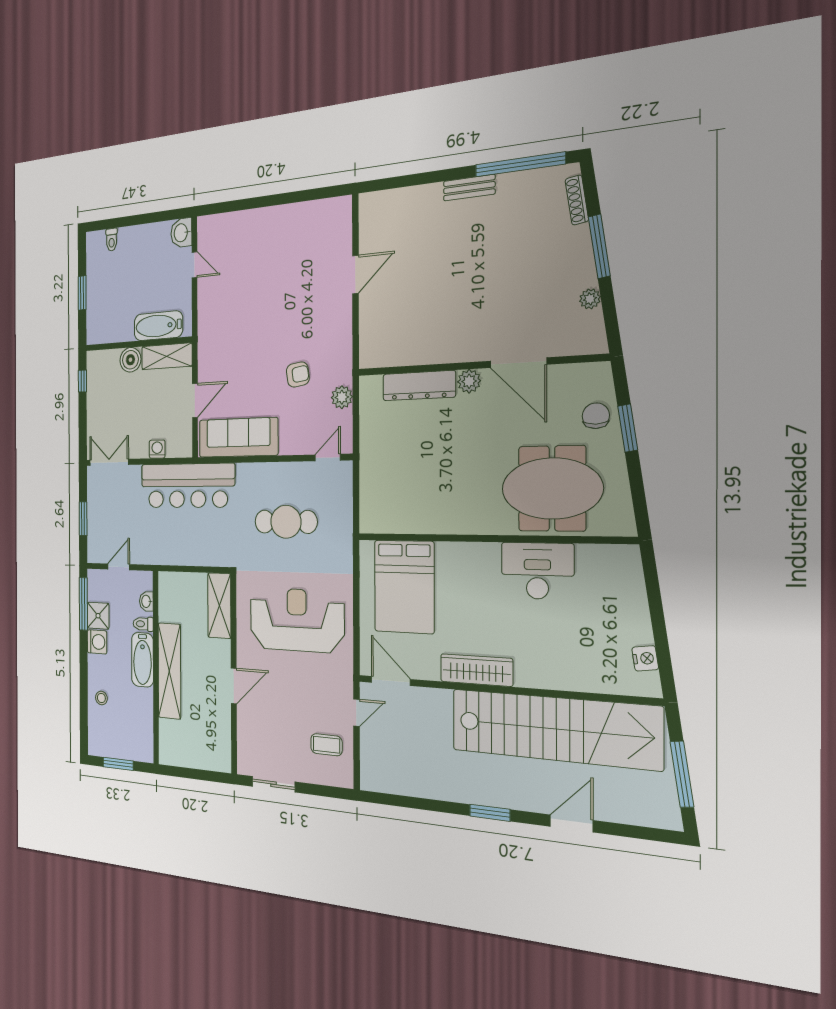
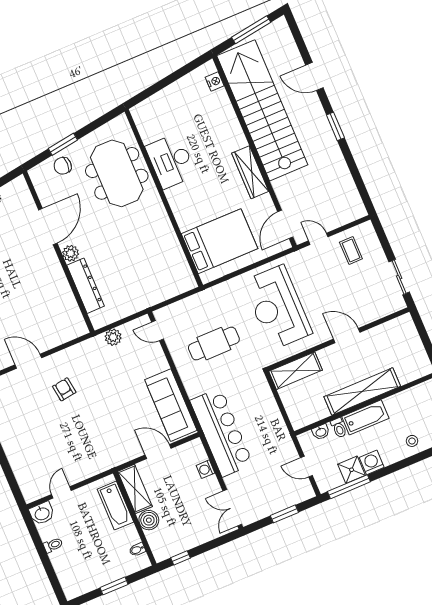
toilet: (112, 240) -> (53, 545), moved
bidet: (107, 334) -> (137, 550), added
armchair: (298, 375) -> (64, 389), moved
cafe table: (286, 522) -> (214, 344), turned 90
nightstand: (645, 658) -> (215, 82), moved, turned 98

